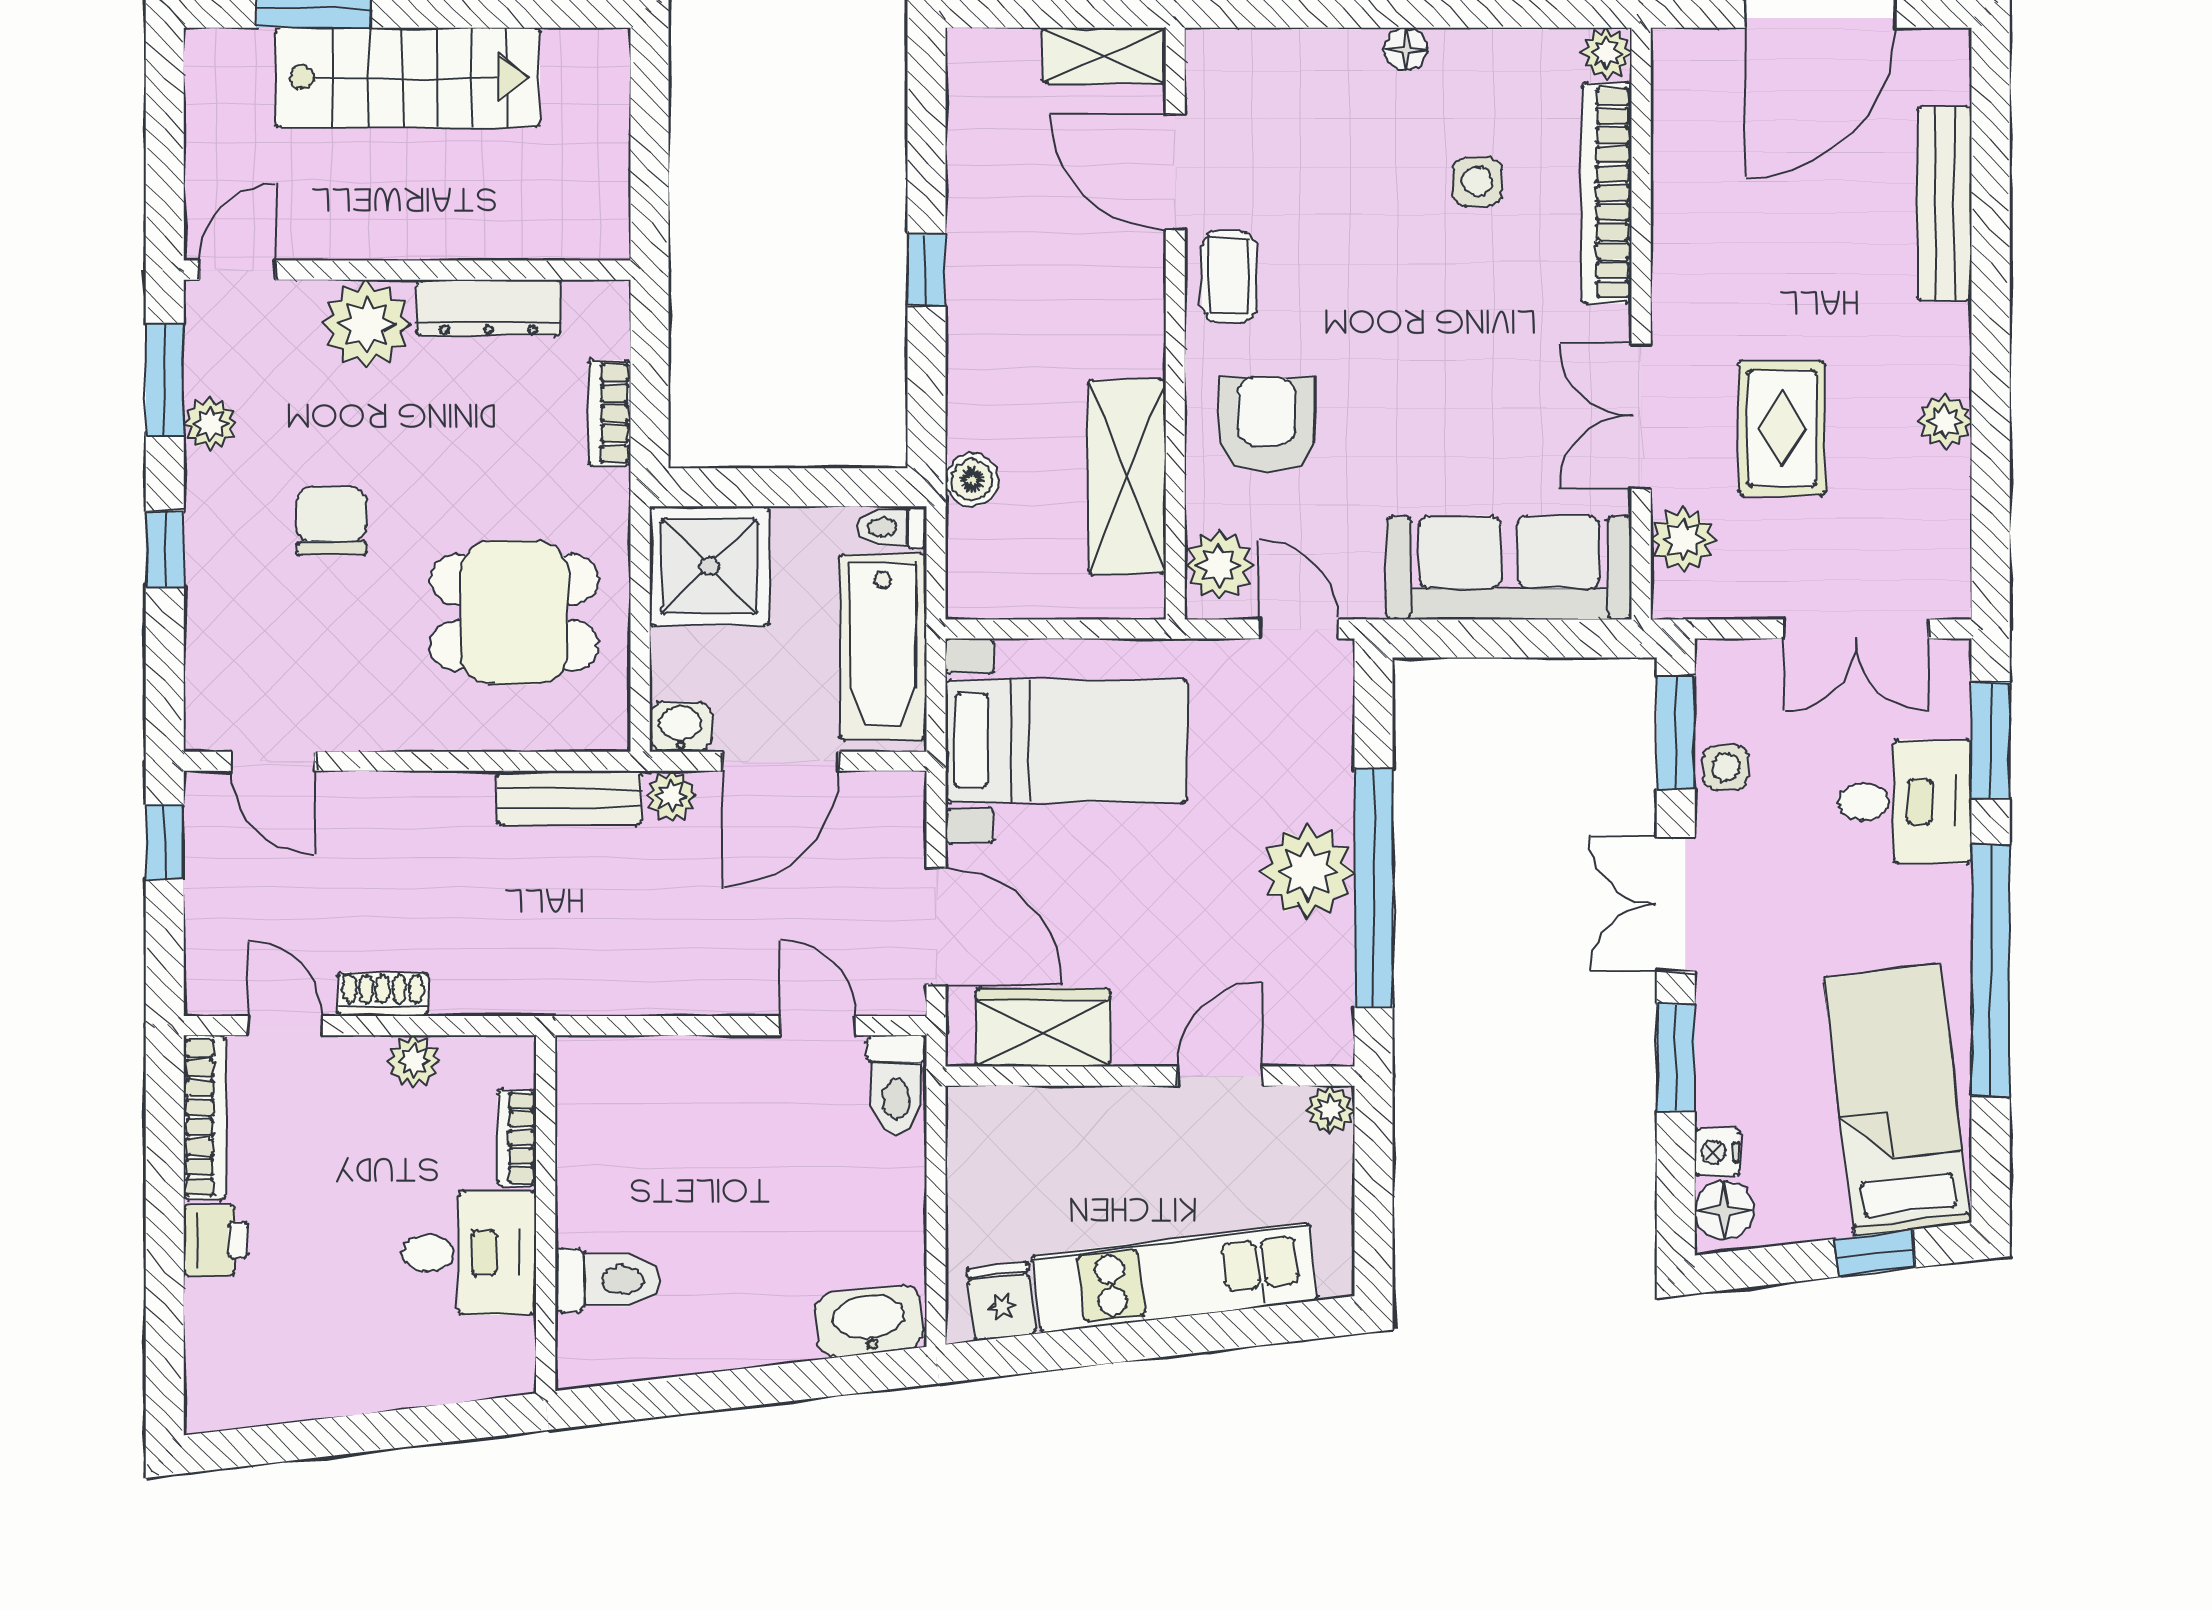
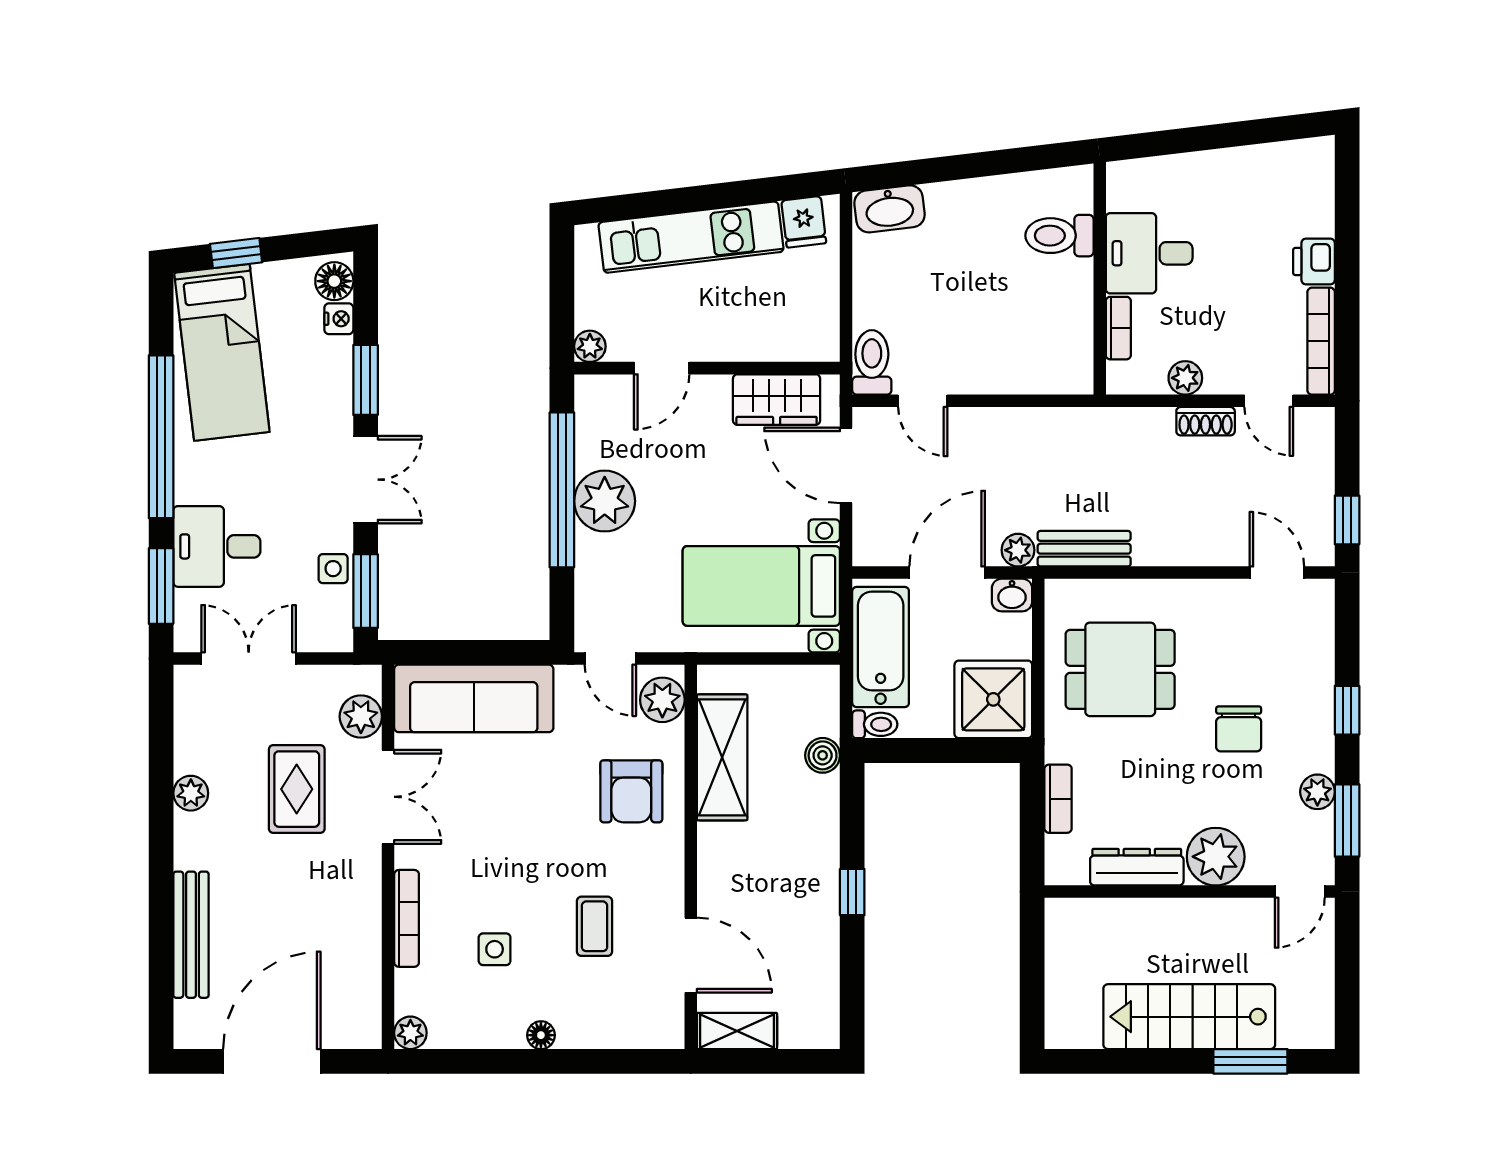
bookcase: (1607, 193) -> (407, 918), width x0.68, depth x0.76
coffee table: (1229, 277) -> (595, 926), moved

